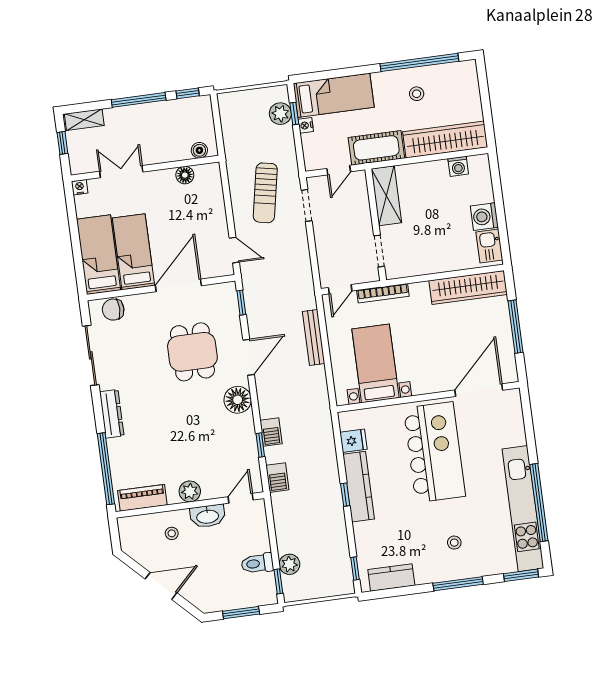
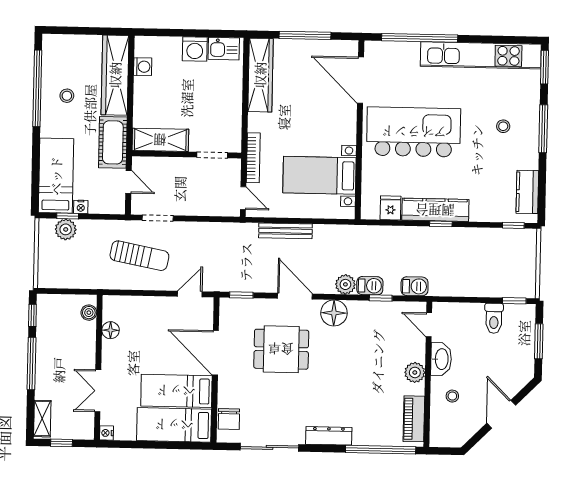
window: (539, 502) -> (420, 38), moved
plant: (289, 564) -> (345, 284), moved

